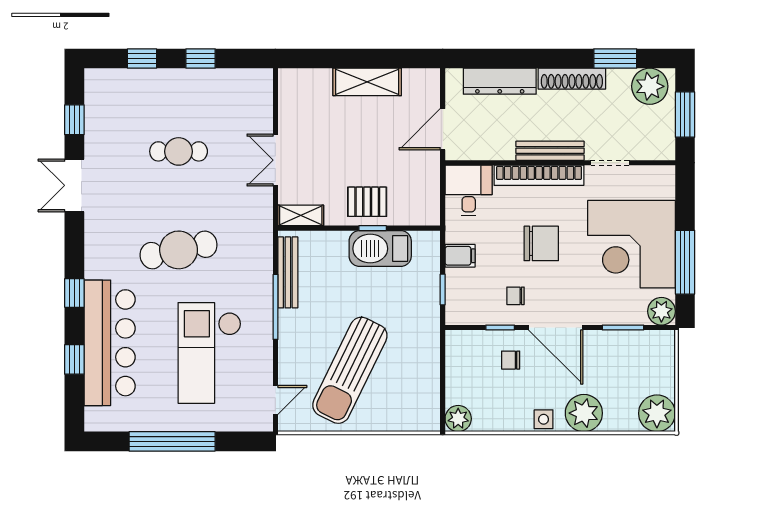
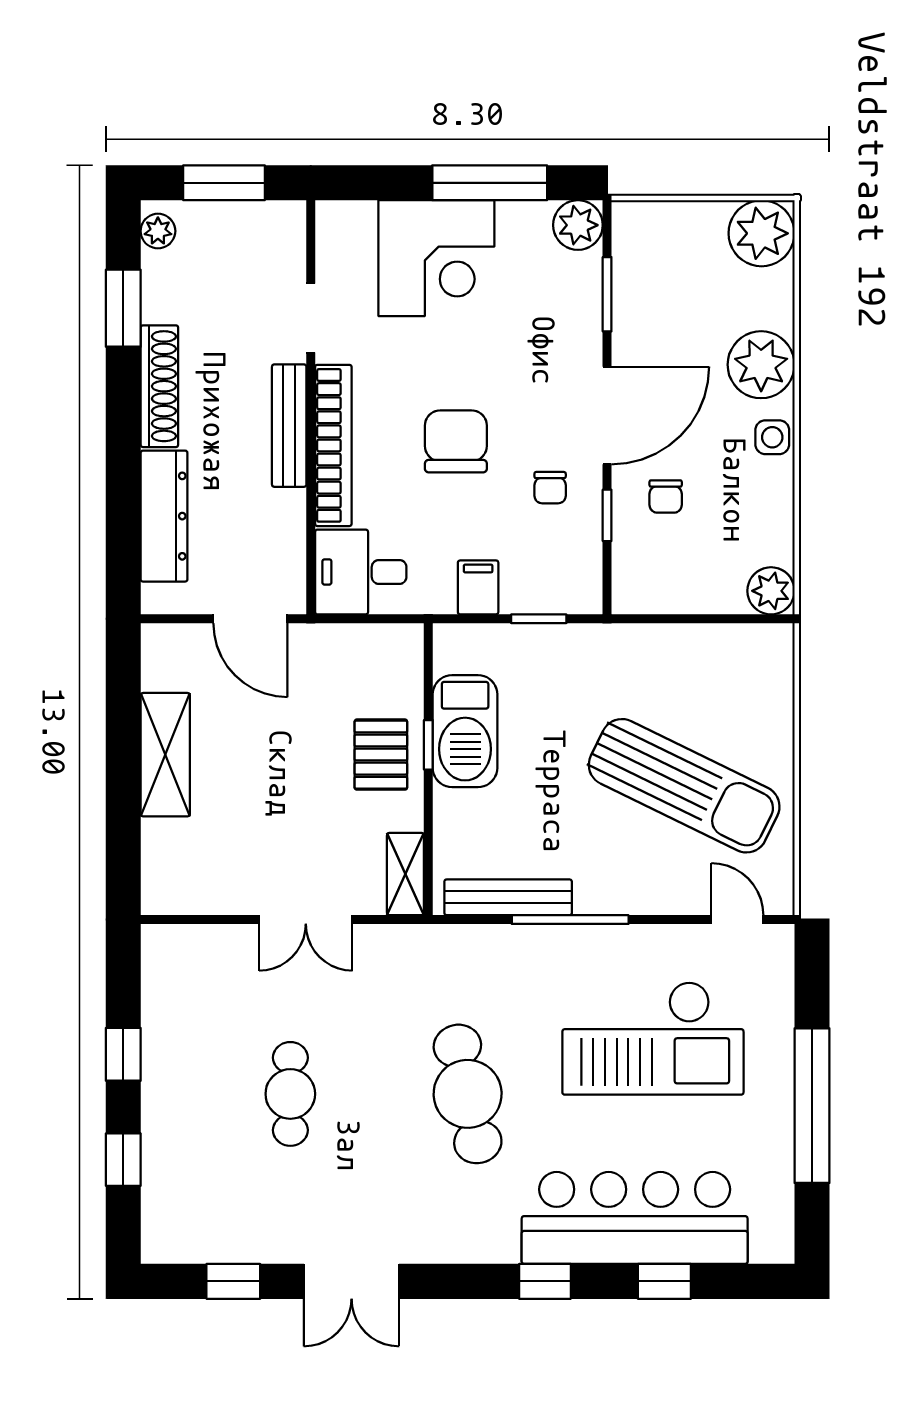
plant: (650, 86) -> (158, 231), width x0.53, depth x0.53
corner desk: (631, 244) -> (436, 258), width x0.74, depth x0.74

